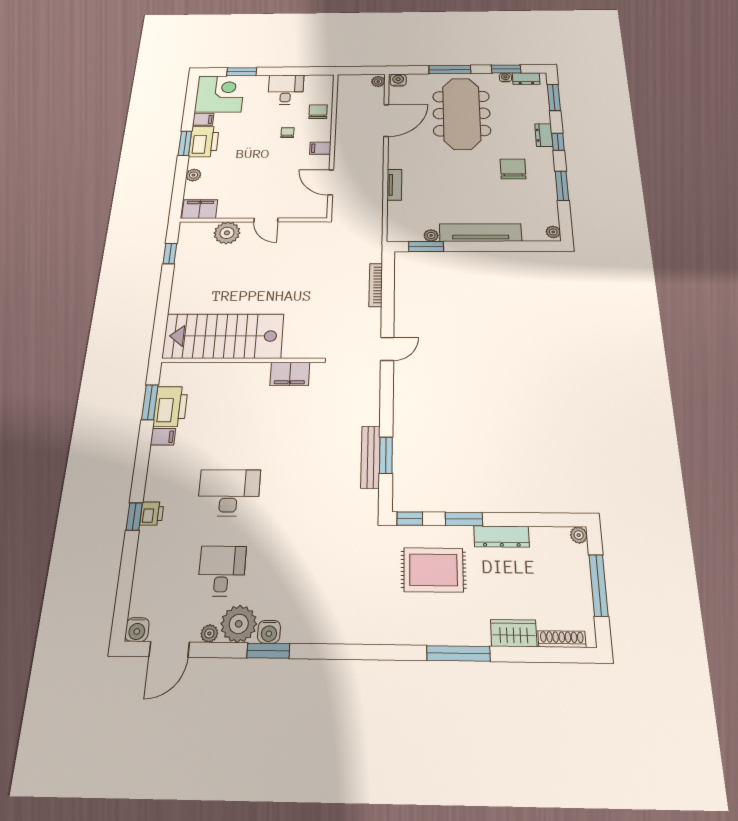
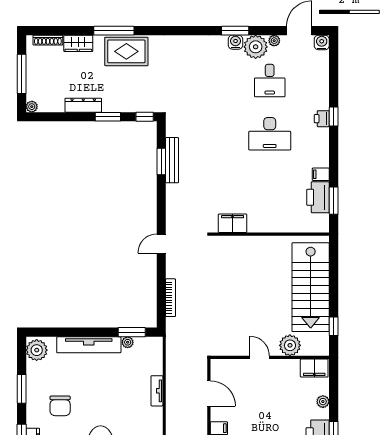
plant: (553, 232) -> (37, 350), width x1.87, depth x1.87
stairs: (223, 336) -> (311, 287), moved, turned 90
rug: (433, 570) -> (126, 51), moved

